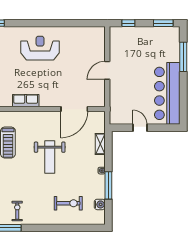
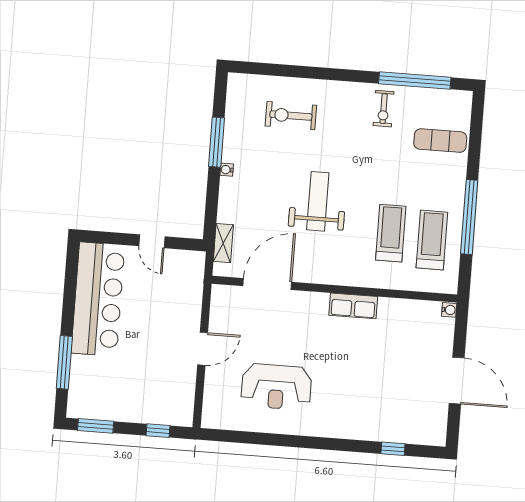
reception desk: (40, 48) -> (276, 387), moved
shelving: (100, 144) -> (223, 243), moved
water cooler: (100, 204) -> (235, 109), removed

